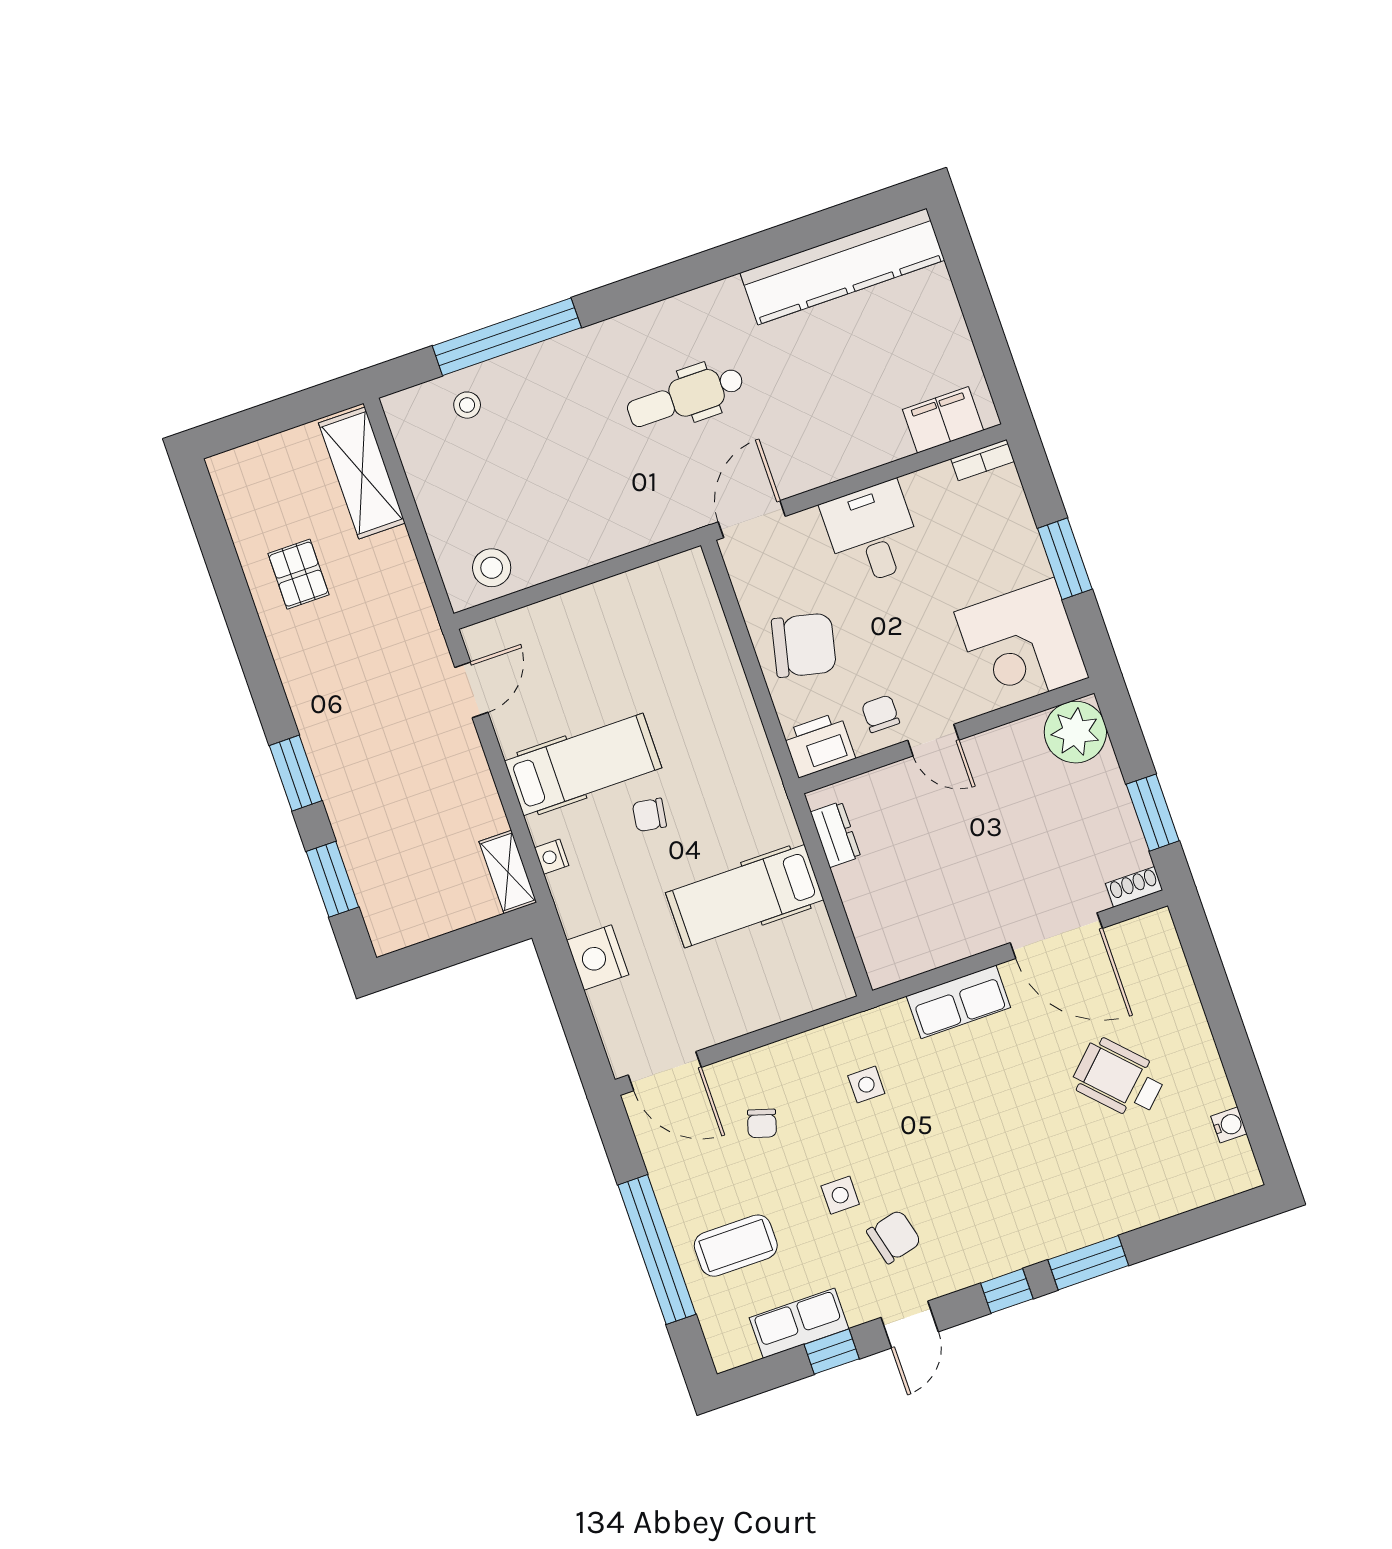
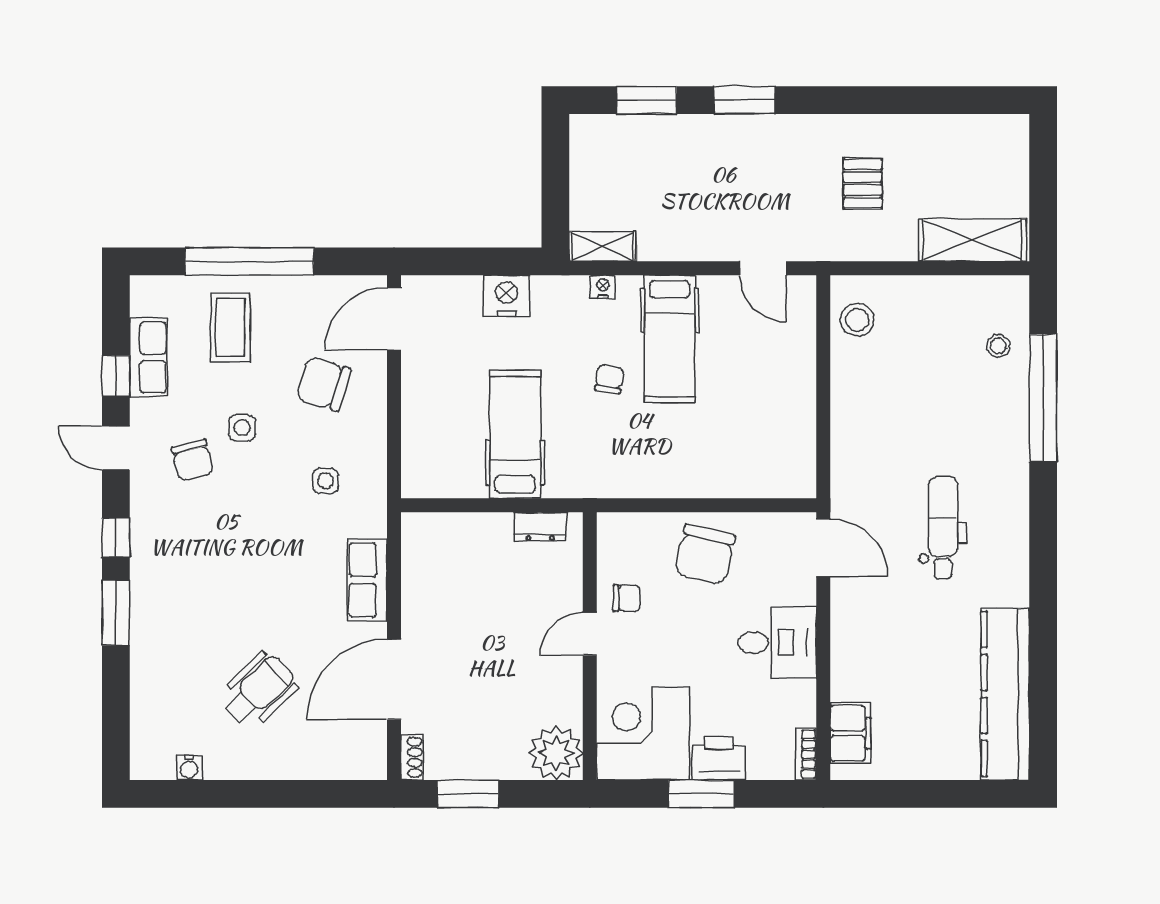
pallet: (298, 574) -> (863, 184), moved, turned 90
printer: (819, 745) -> (719, 758), moved, turned -90
chair: (762, 1123) -> (323, 384), width x1.87, depth x1.87

